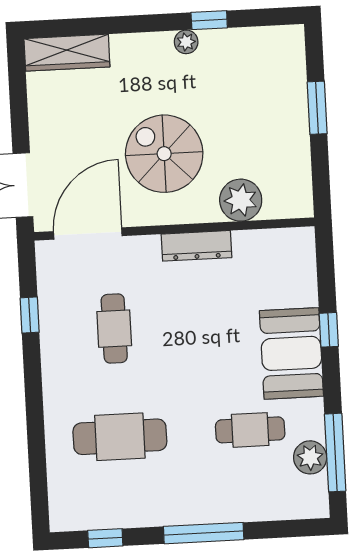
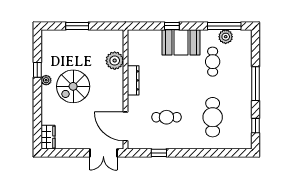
wardrobe: (67, 53) -> (48, 137), width x0.67
spiral stairs: (164, 154) -> (73, 86), moved

